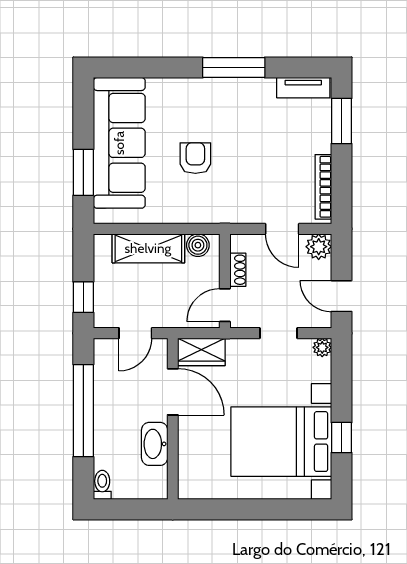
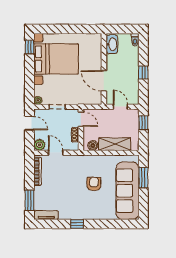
window: (234, 68) -> (77, 224), width x0.46
armchair: (195, 158) -> (94, 184), turned 180
door: (225, 305) -> (81, 119), hinge flipped
door: (135, 333) -> (120, 107), hinge flipped
wardrobe: (201, 352) -> (91, 98), removed
window: (83, 411) -> (143, 73), width x0.32
window: (342, 438) -> (29, 47), moved
washbasin: (155, 444) -> (112, 44), moved

